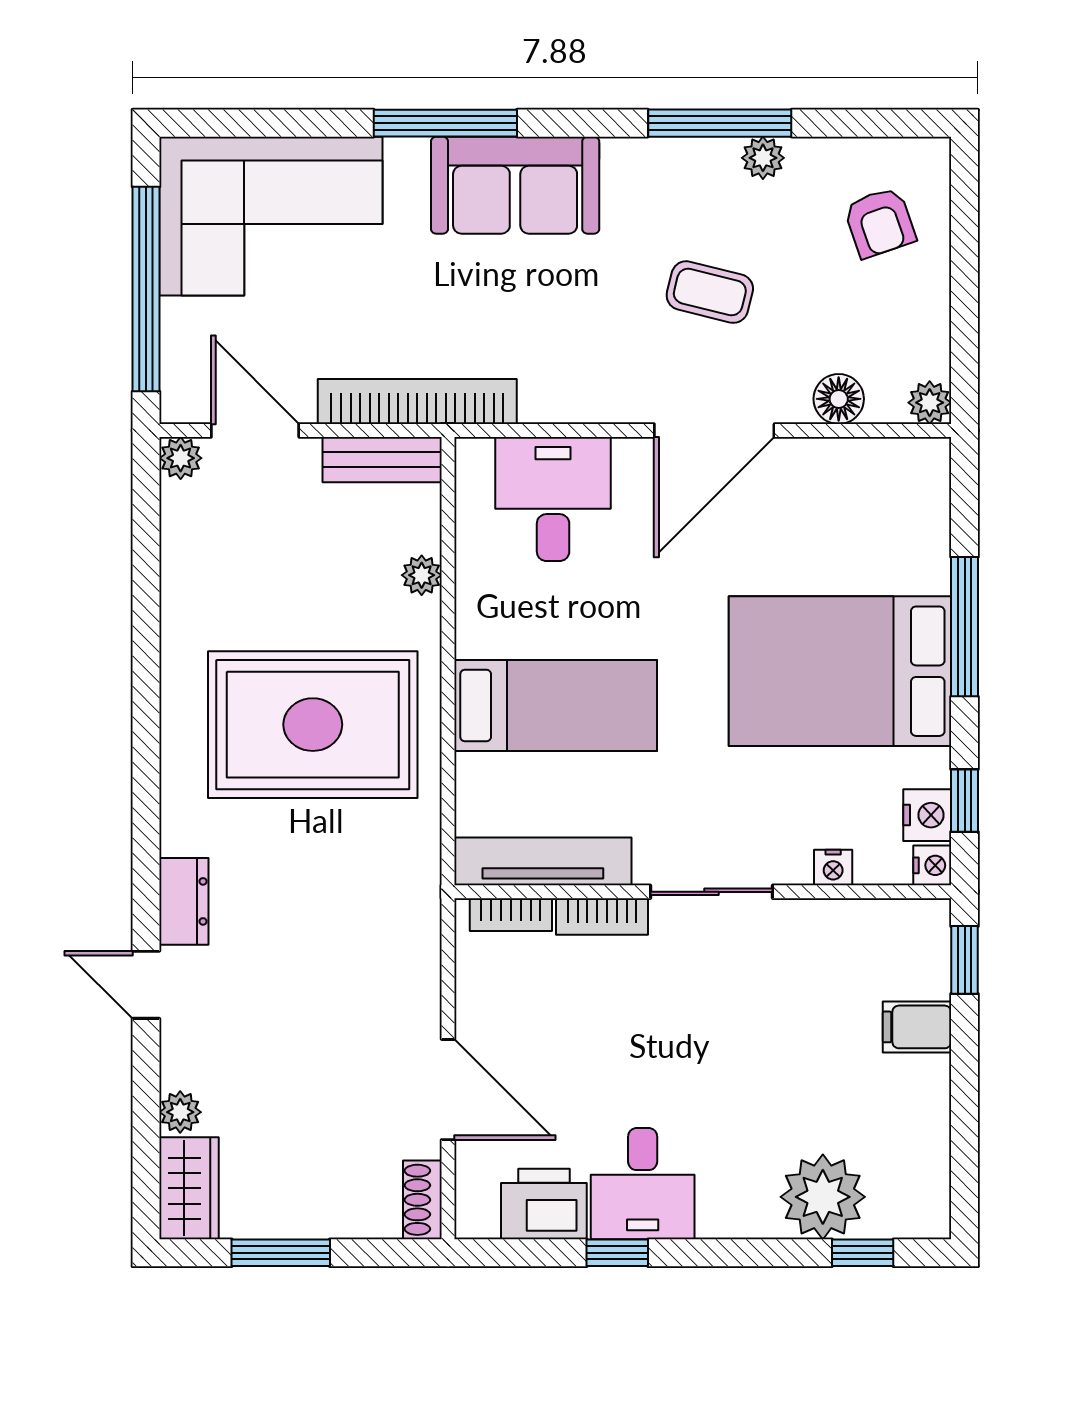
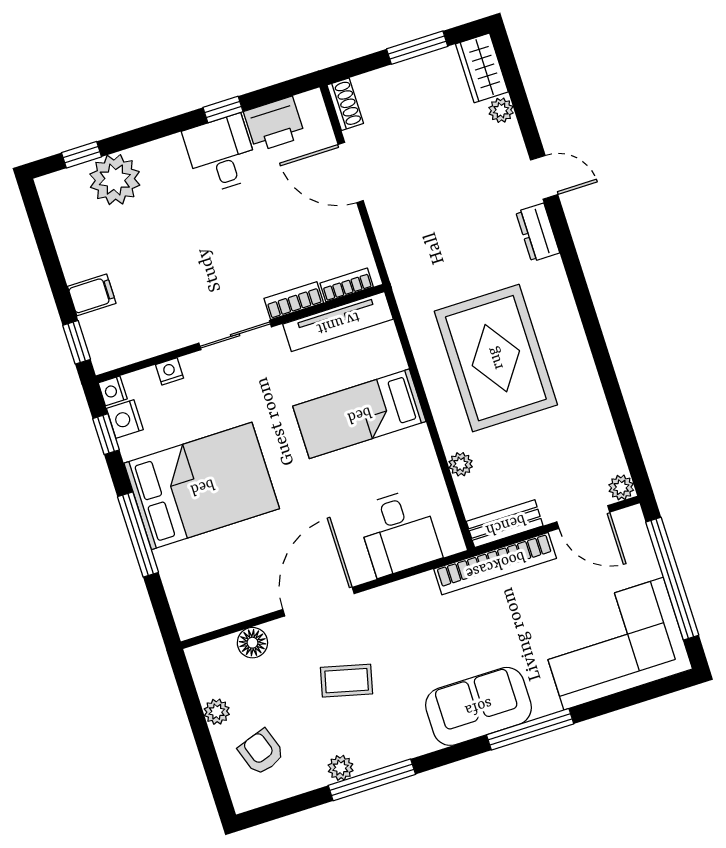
plant: (930, 403) -> (217, 712), moved
rug: (313, 725) -> (496, 358), turned 90

